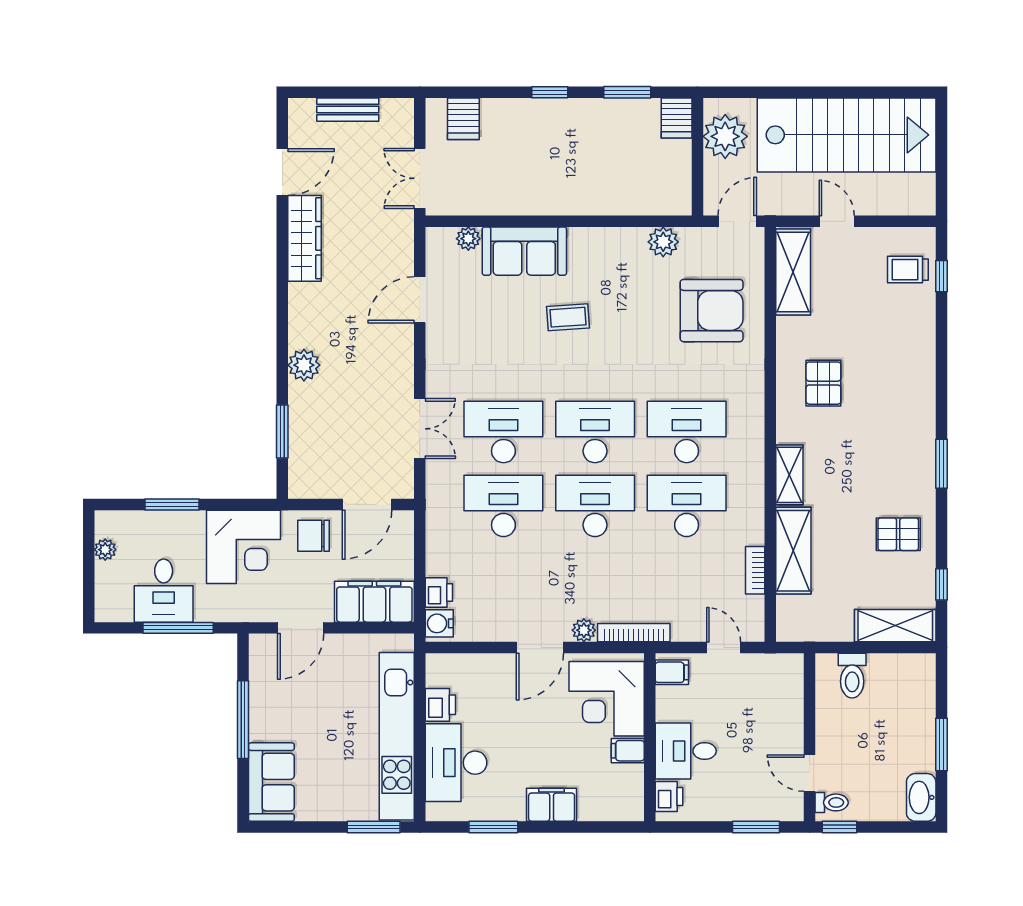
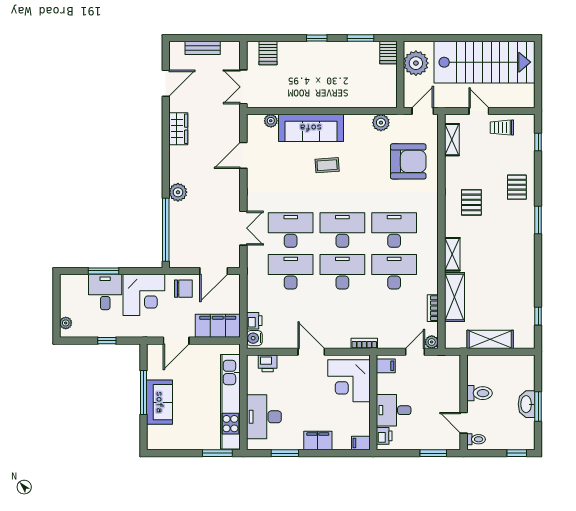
wardrobe: (305, 238) -> (178, 129), width x0.67
sofa: (524, 251) -> (311, 128), width x1.36
trolley: (908, 270) -> (502, 128), moved
shelving: (793, 272) -> (452, 140), width x0.67, depth x0.75
window: (282, 431) -> (166, 230), width x2.11
window: (941, 464) -> (538, 220), moved
pallet: (898, 534) -> (517, 187), moved, turned 90
chair: (314, 536) -> (183, 289), turned 180
plant: (105, 550) -> (66, 323), moved
desk: (164, 591) -> (105, 292), moved, turned 180
shelving: (895, 626) -> (490, 339), moved
window: (178, 628) -> (107, 341), width x0.46
plant: (584, 630) -> (432, 342), moved
bookcase: (634, 633) -> (364, 343), width x0.64
door: (540, 647) -> (311, 352), swing flipped
door: (724, 647) -> (415, 352), hinge flipped
toilet: (852, 676) -> (479, 393), moved, turned -90
printer: (440, 705) -> (268, 363), moved, turned 90
filing cabinet: (628, 751) -> (361, 443), moved
sofa: (271, 782) -> (160, 402), moved
washbasin: (921, 797) -> (527, 404), moved
window: (839, 827) -> (517, 453), moved

